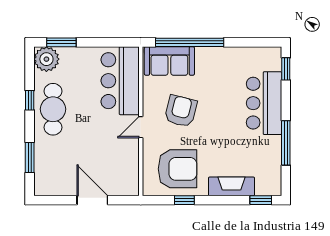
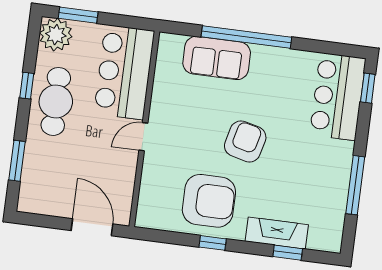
bar counter: (120, 81) -> (124, 72), moved
bar counter: (264, 103) -> (338, 97), moved
armchair: (181, 111) -> (245, 141), moved
wall: (141, 121) -> (144, 129), moved
door: (141, 127) -> (143, 137), moved
window: (261, 200) -> (288, 253), moved

